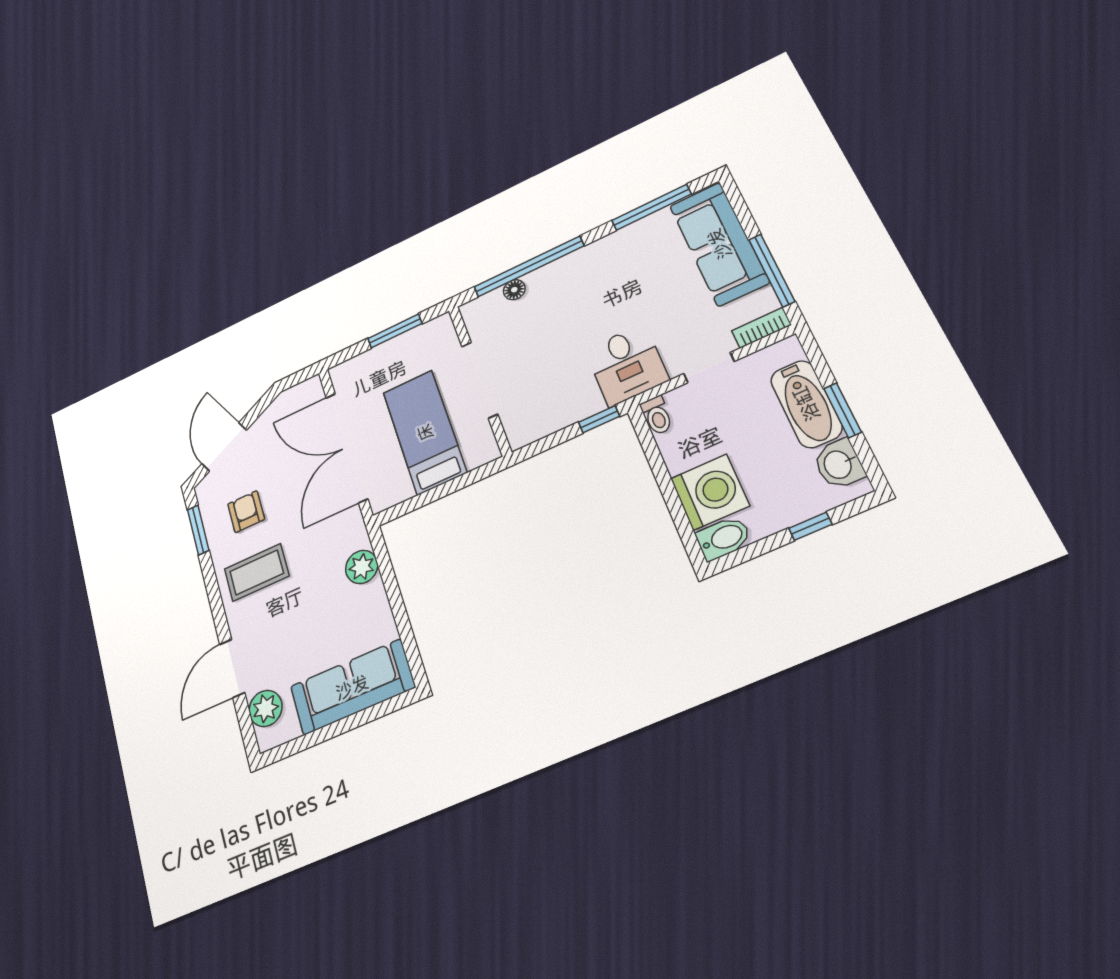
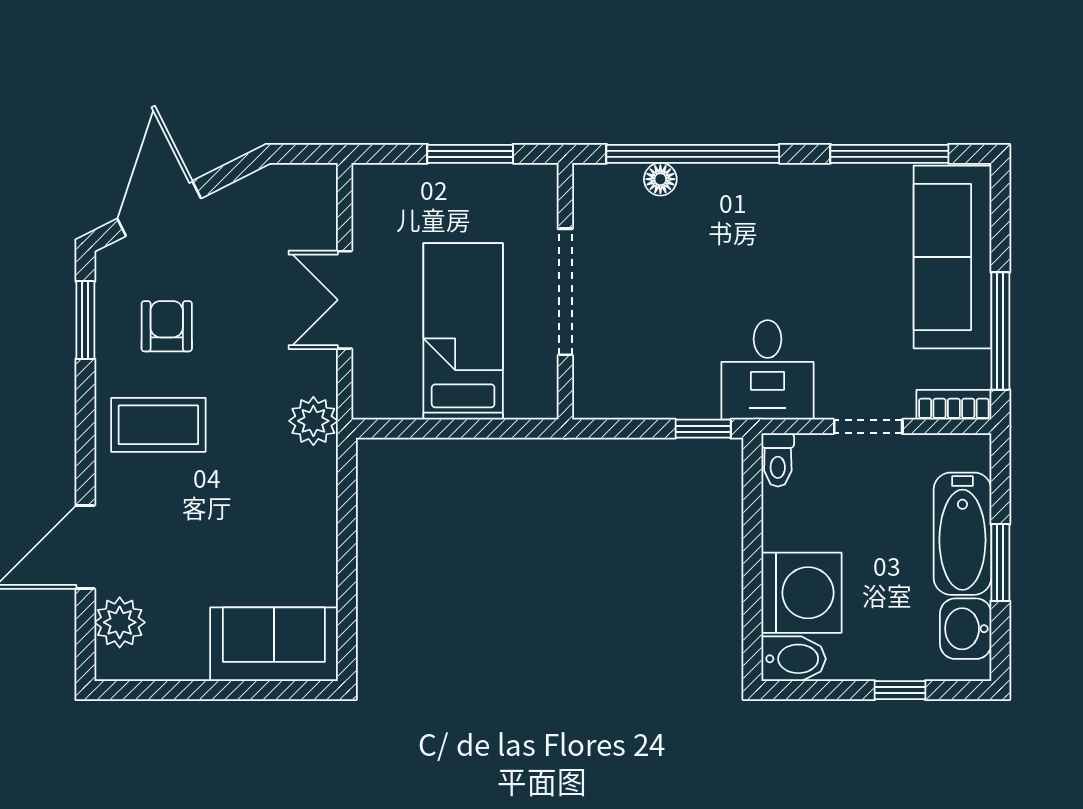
double door: (347, 447) -> (345, 300), width x0.54
plant: (362, 567) -> (313, 421), moved
sofa: (352, 687) -> (274, 644), width x0.73

